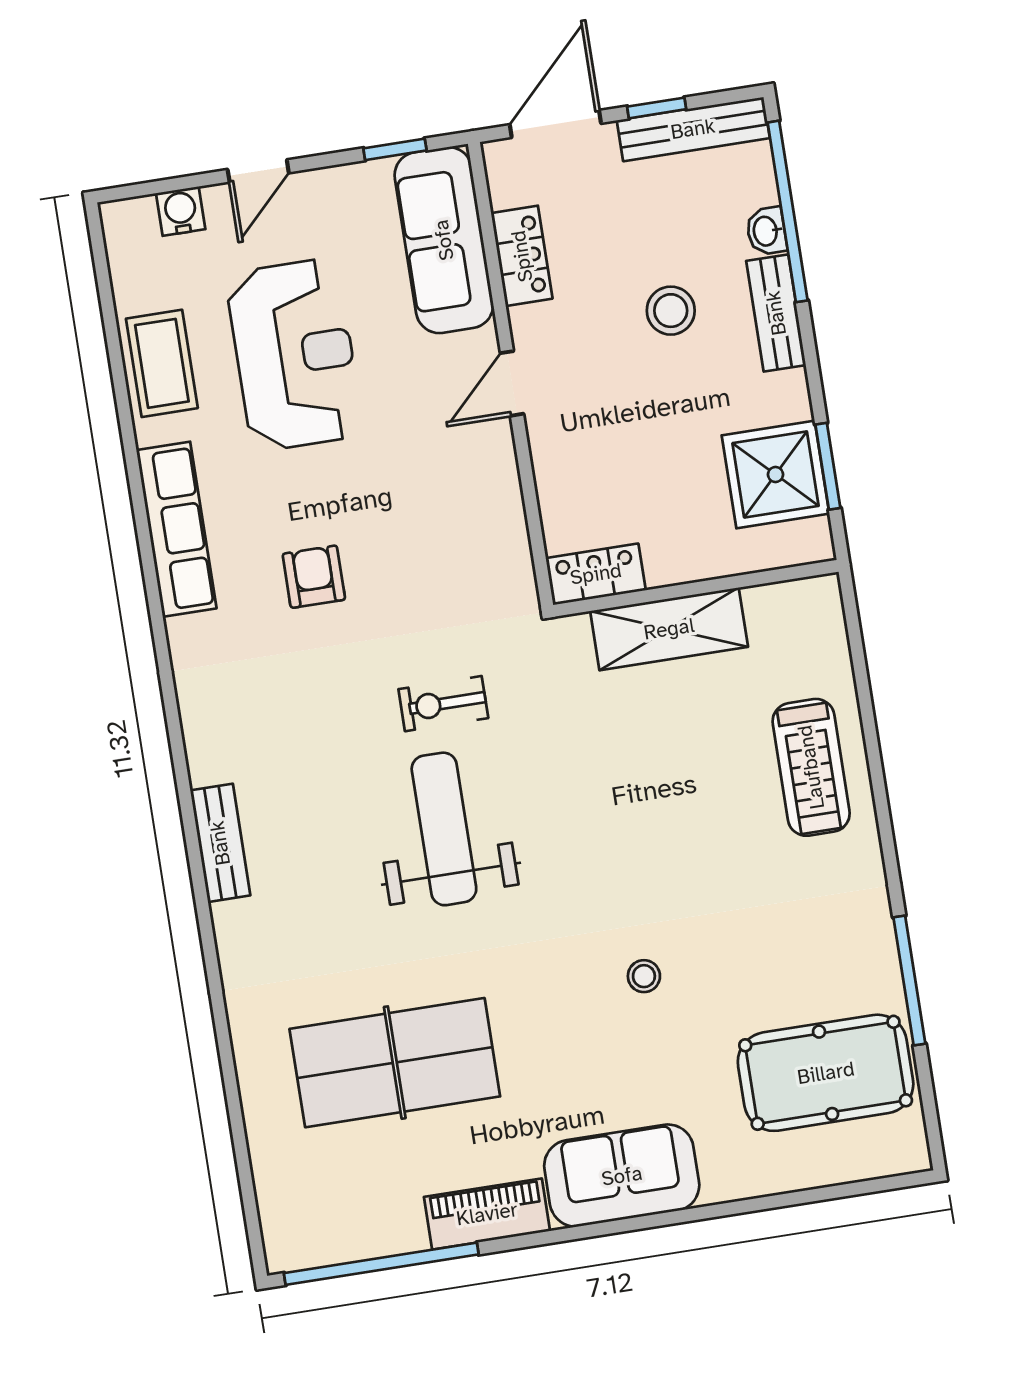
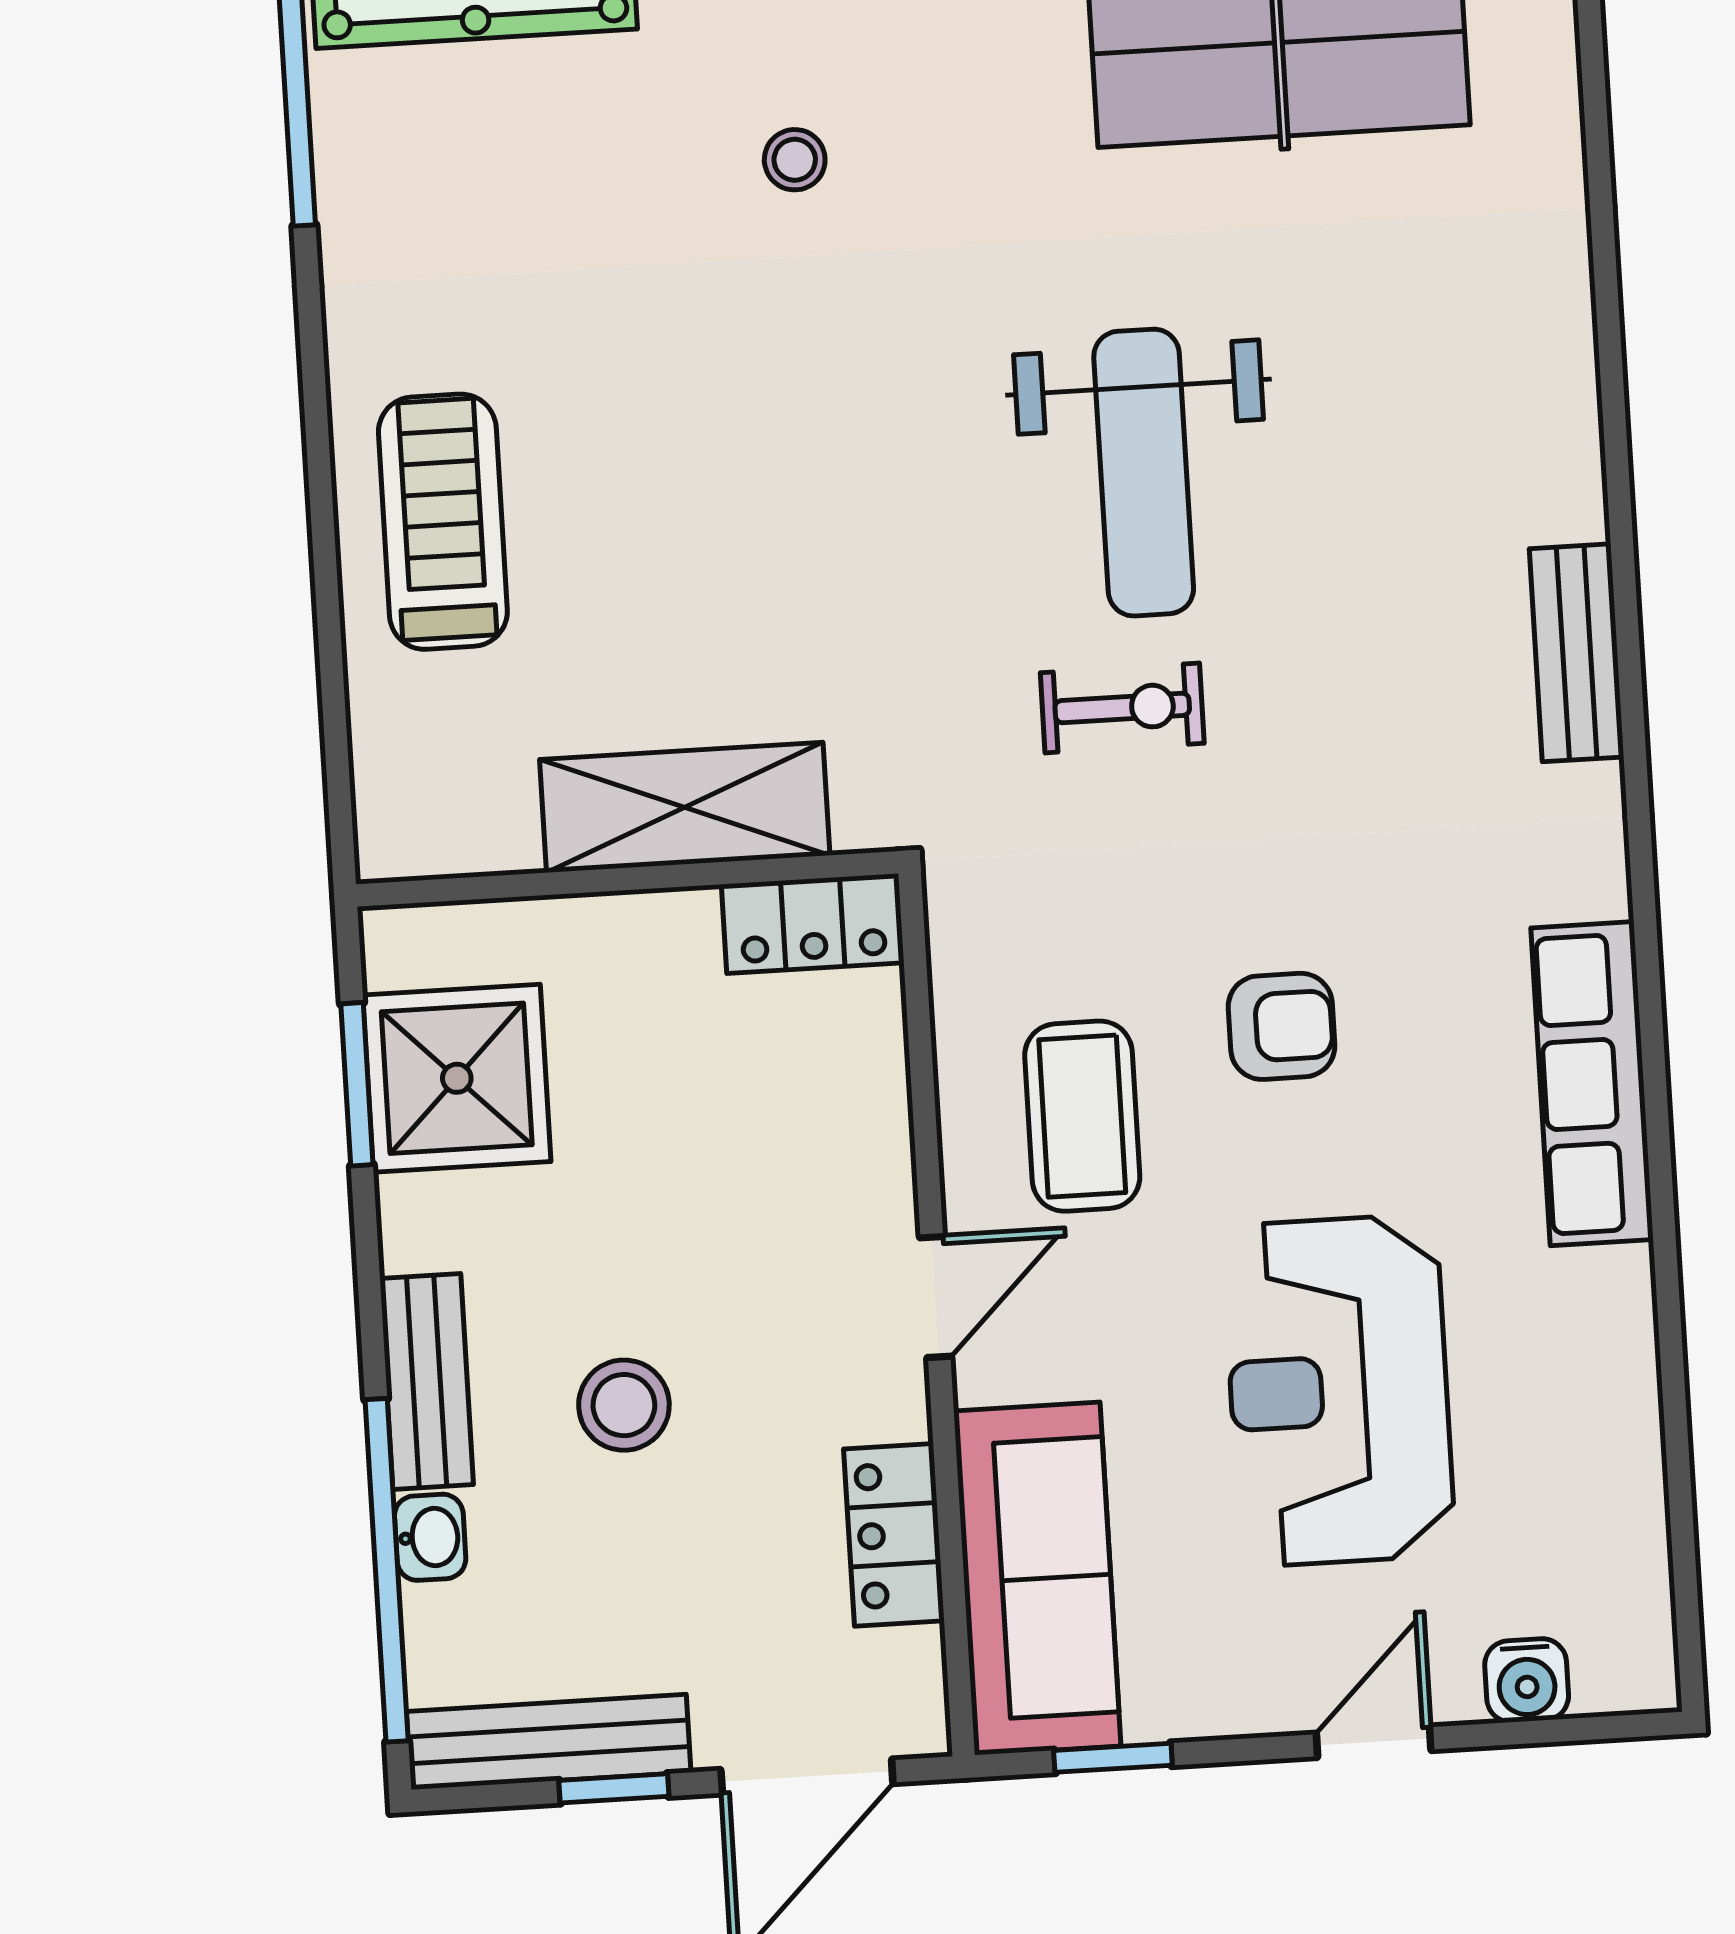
coffee table: (162, 363) -> (1082, 1116), moved
armchair: (314, 577) -> (1281, 1026), moved, turned -90
bench: (220, 843) -> (1577, 653), moved

